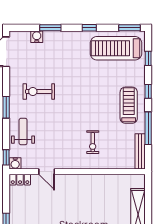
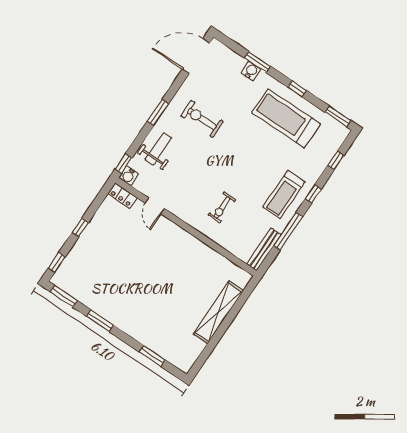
water cooler: (37, 37) -> (251, 71), moved
treadmill: (116, 48) -> (286, 118), moved
treadmill: (129, 105) -> (284, 195), turned 180

